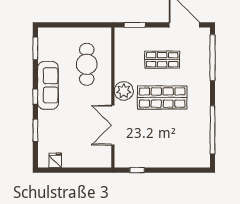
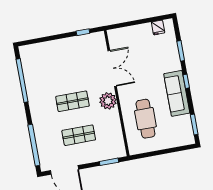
shop shelf: (162, 98) -> (72, 101), width x0.70, depth x0.74

